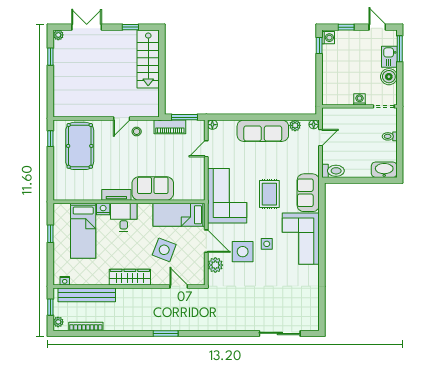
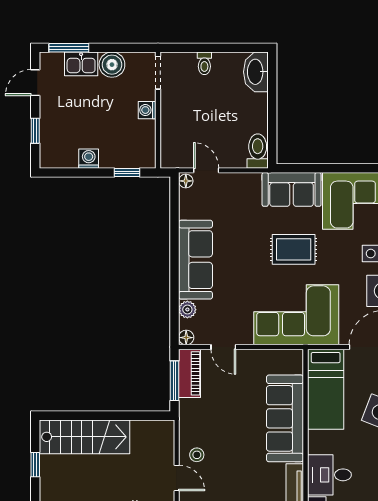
washing machine: (328, 38) -> (89, 159), moved
window: (319, 45) -> (127, 172), moved
plant: (295, 125) -> (187, 310), moved
piano: (170, 127) -> (190, 373), moved
sofa: (153, 188) -> (285, 418), width x1.36

